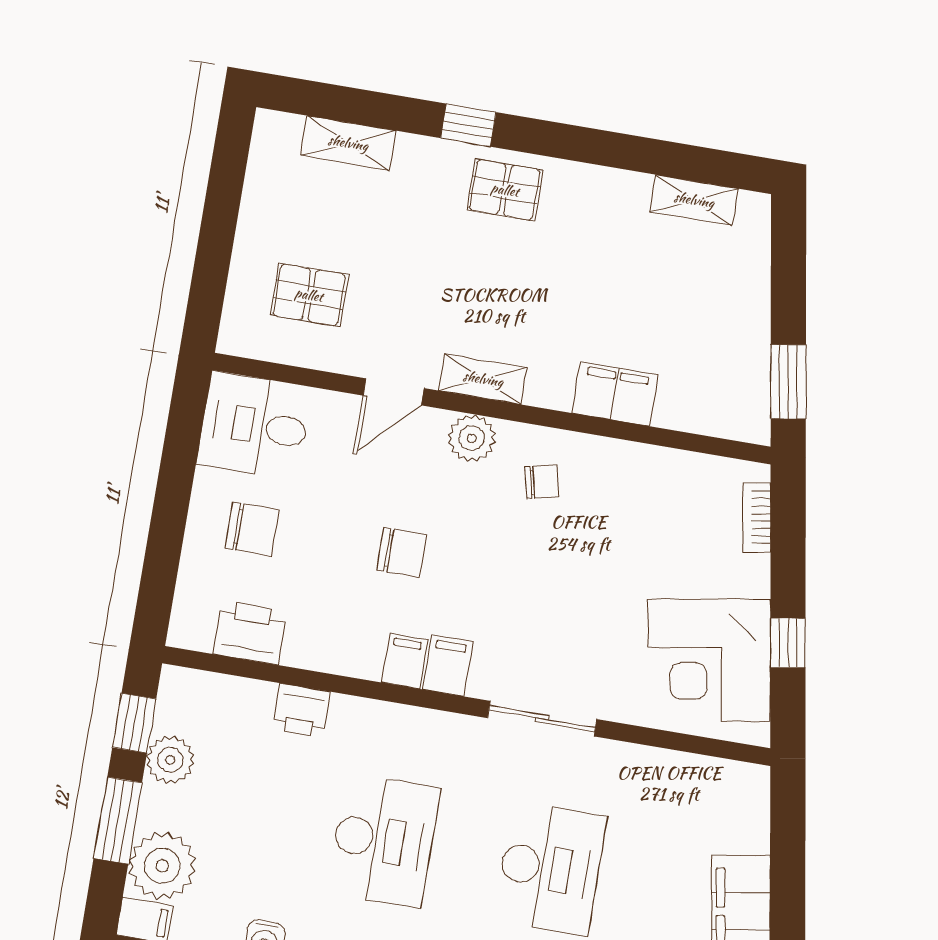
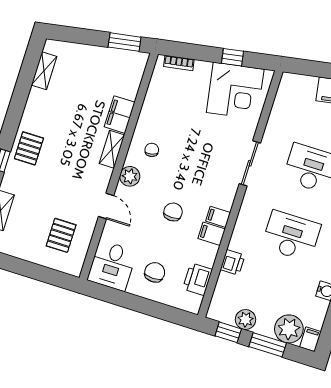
shelving: (483, 379) -> (112, 149), moved
filing cabinet: (448, 666) -> (212, 234), moved

